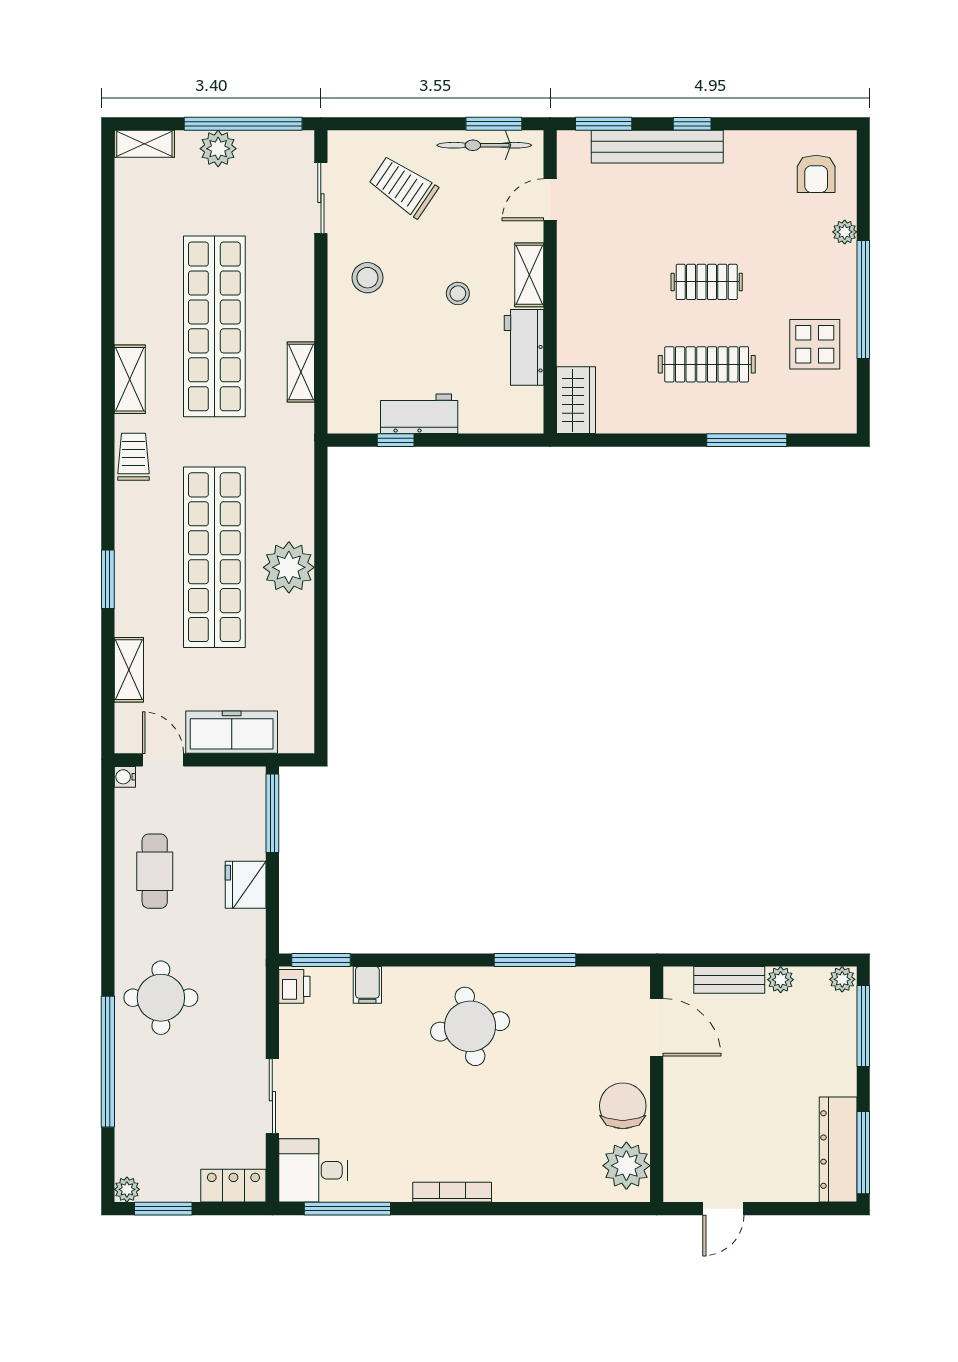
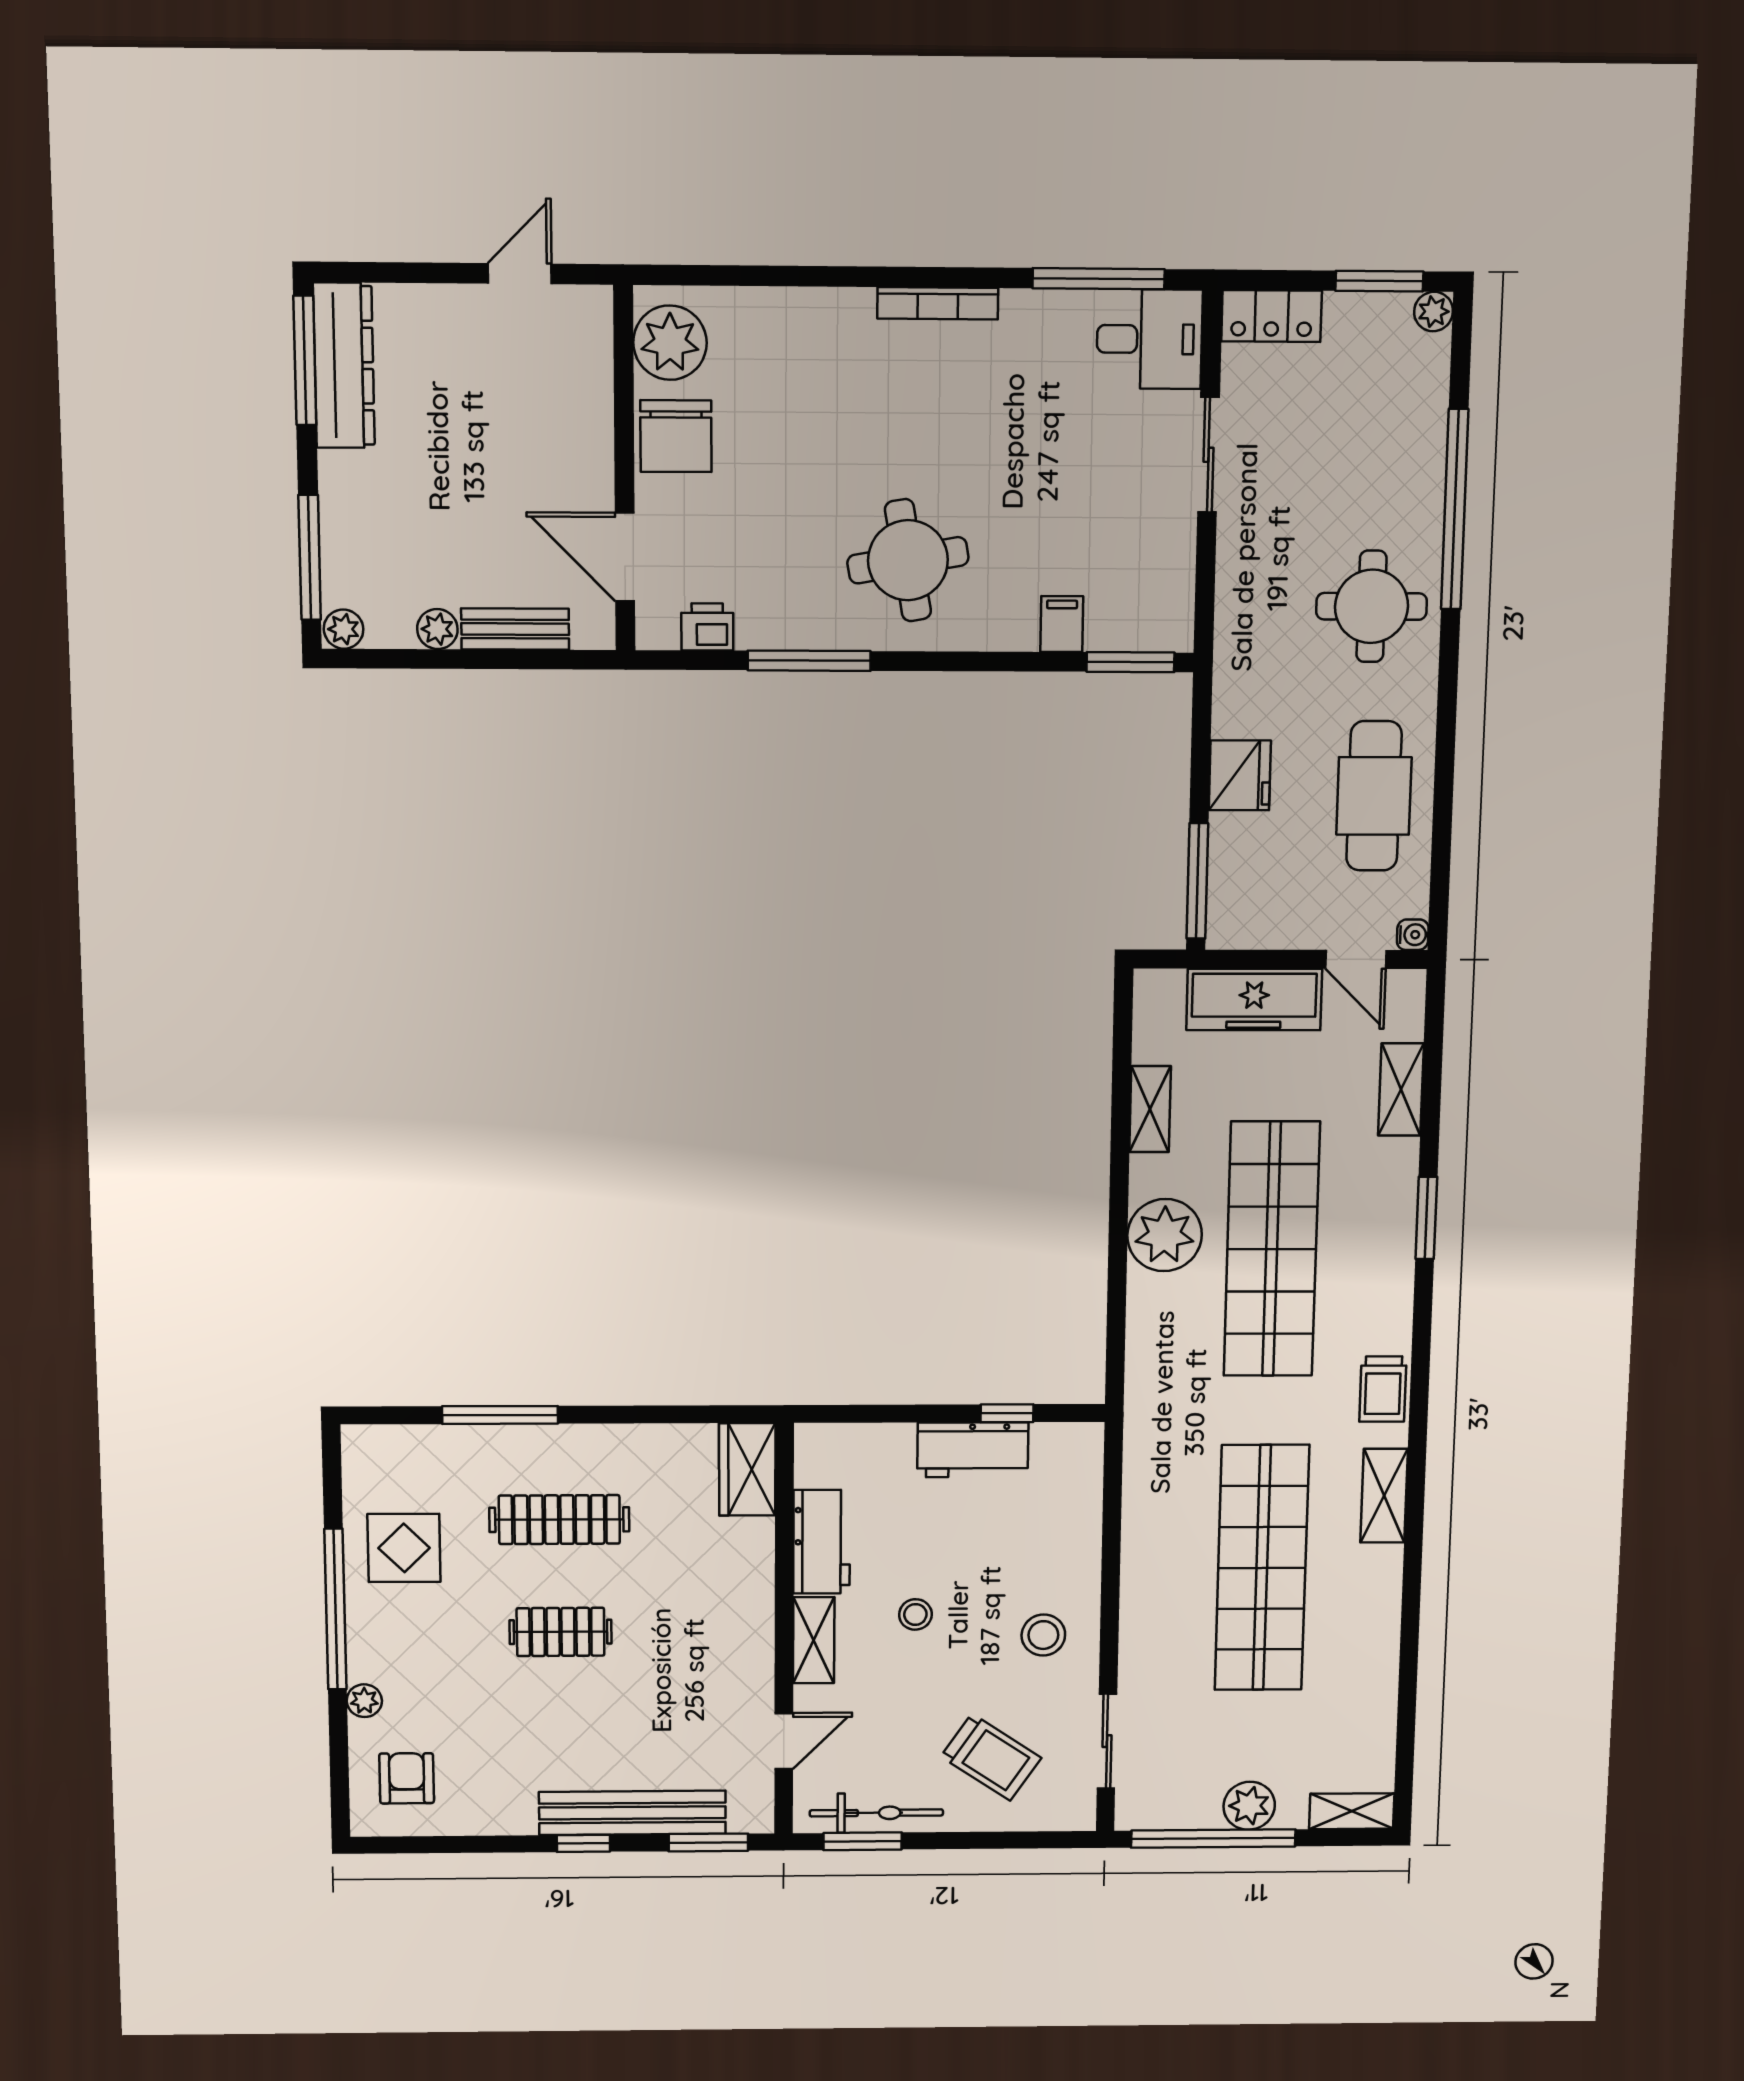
shelving: (301, 372) -> (1150, 1109), moved
cafe table: (155, 871) -> (1374, 796), width x1.37, depth x1.35
printer: (294, 986) -> (707, 627), moved, turned 90

